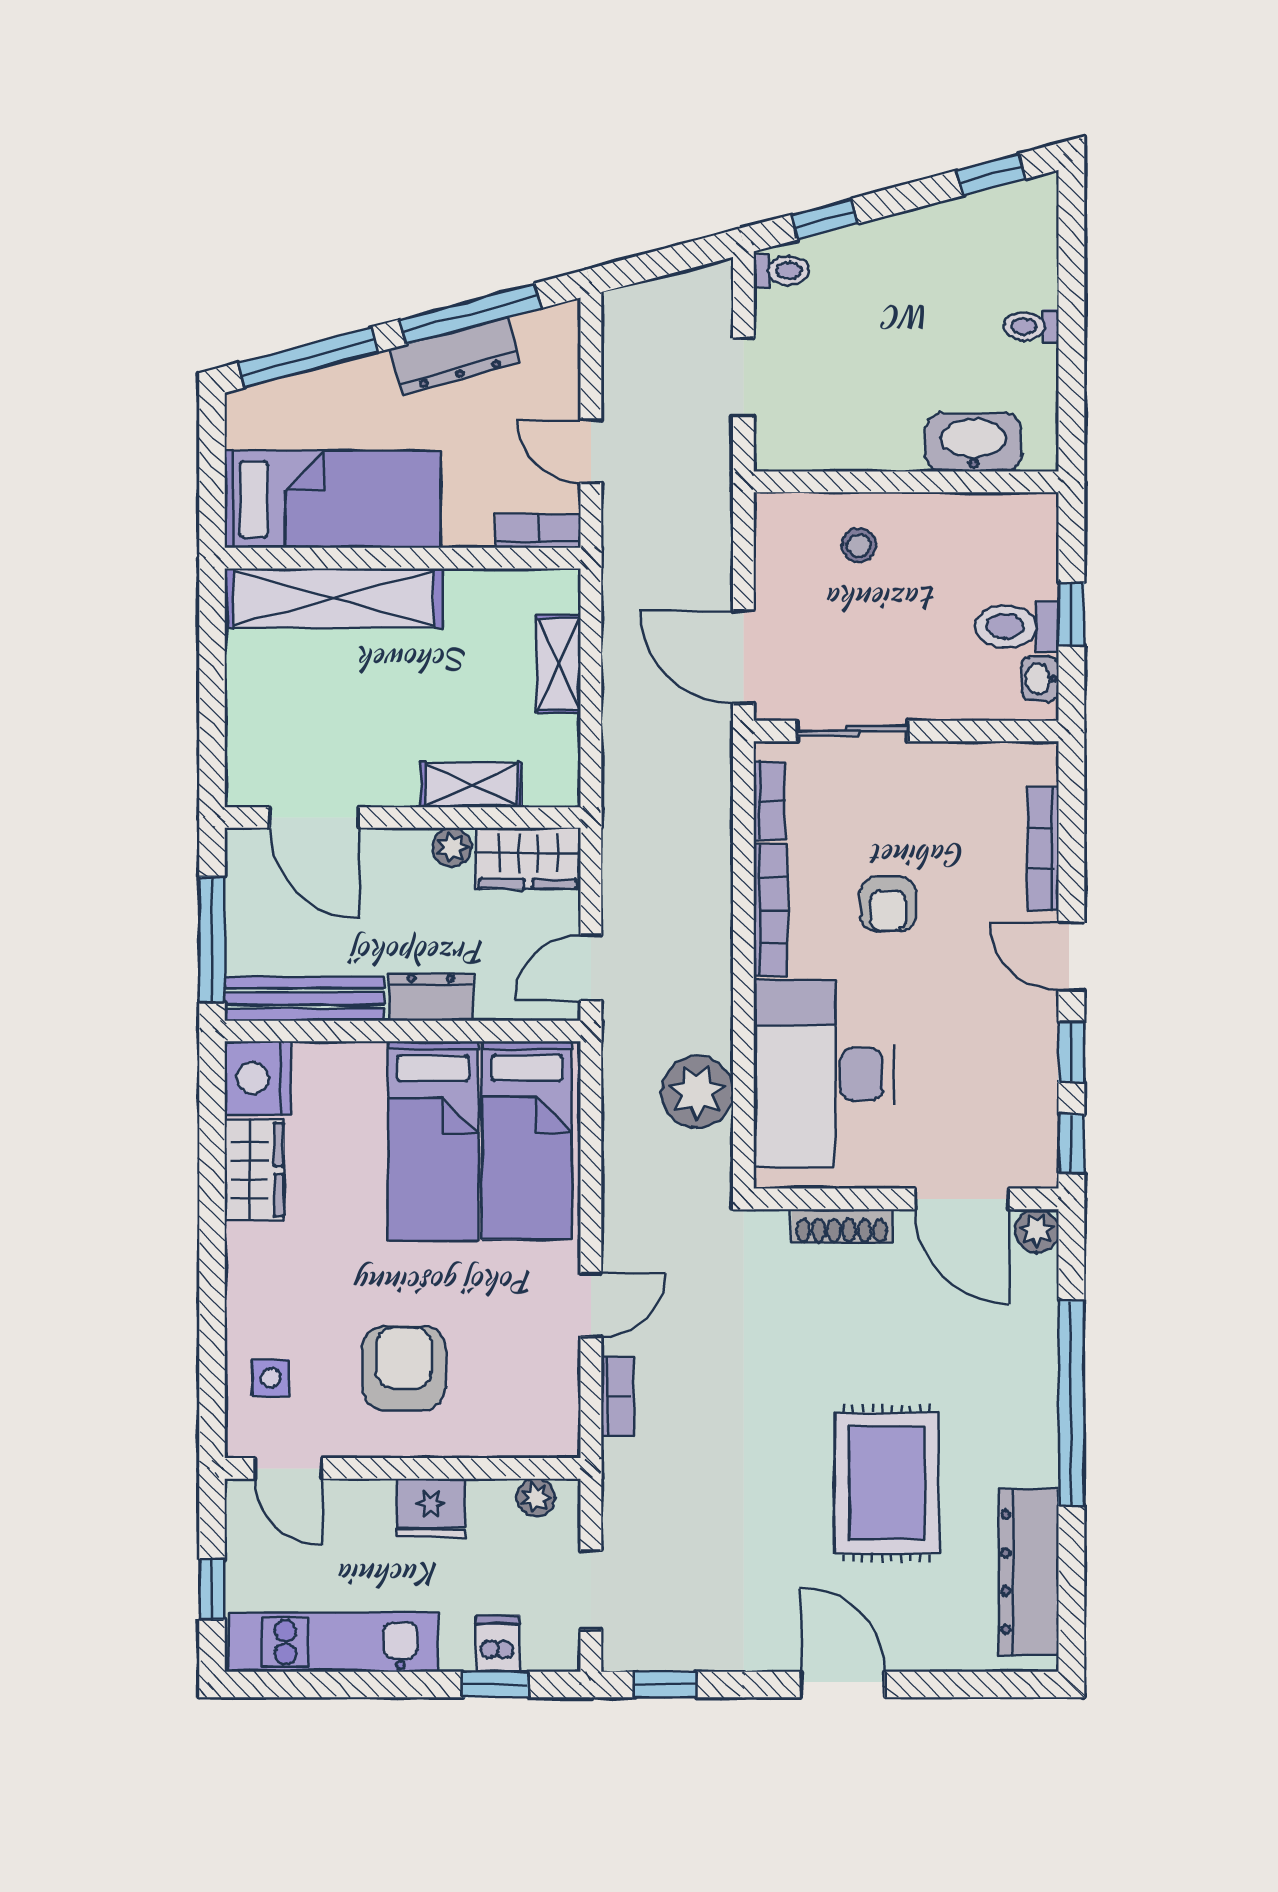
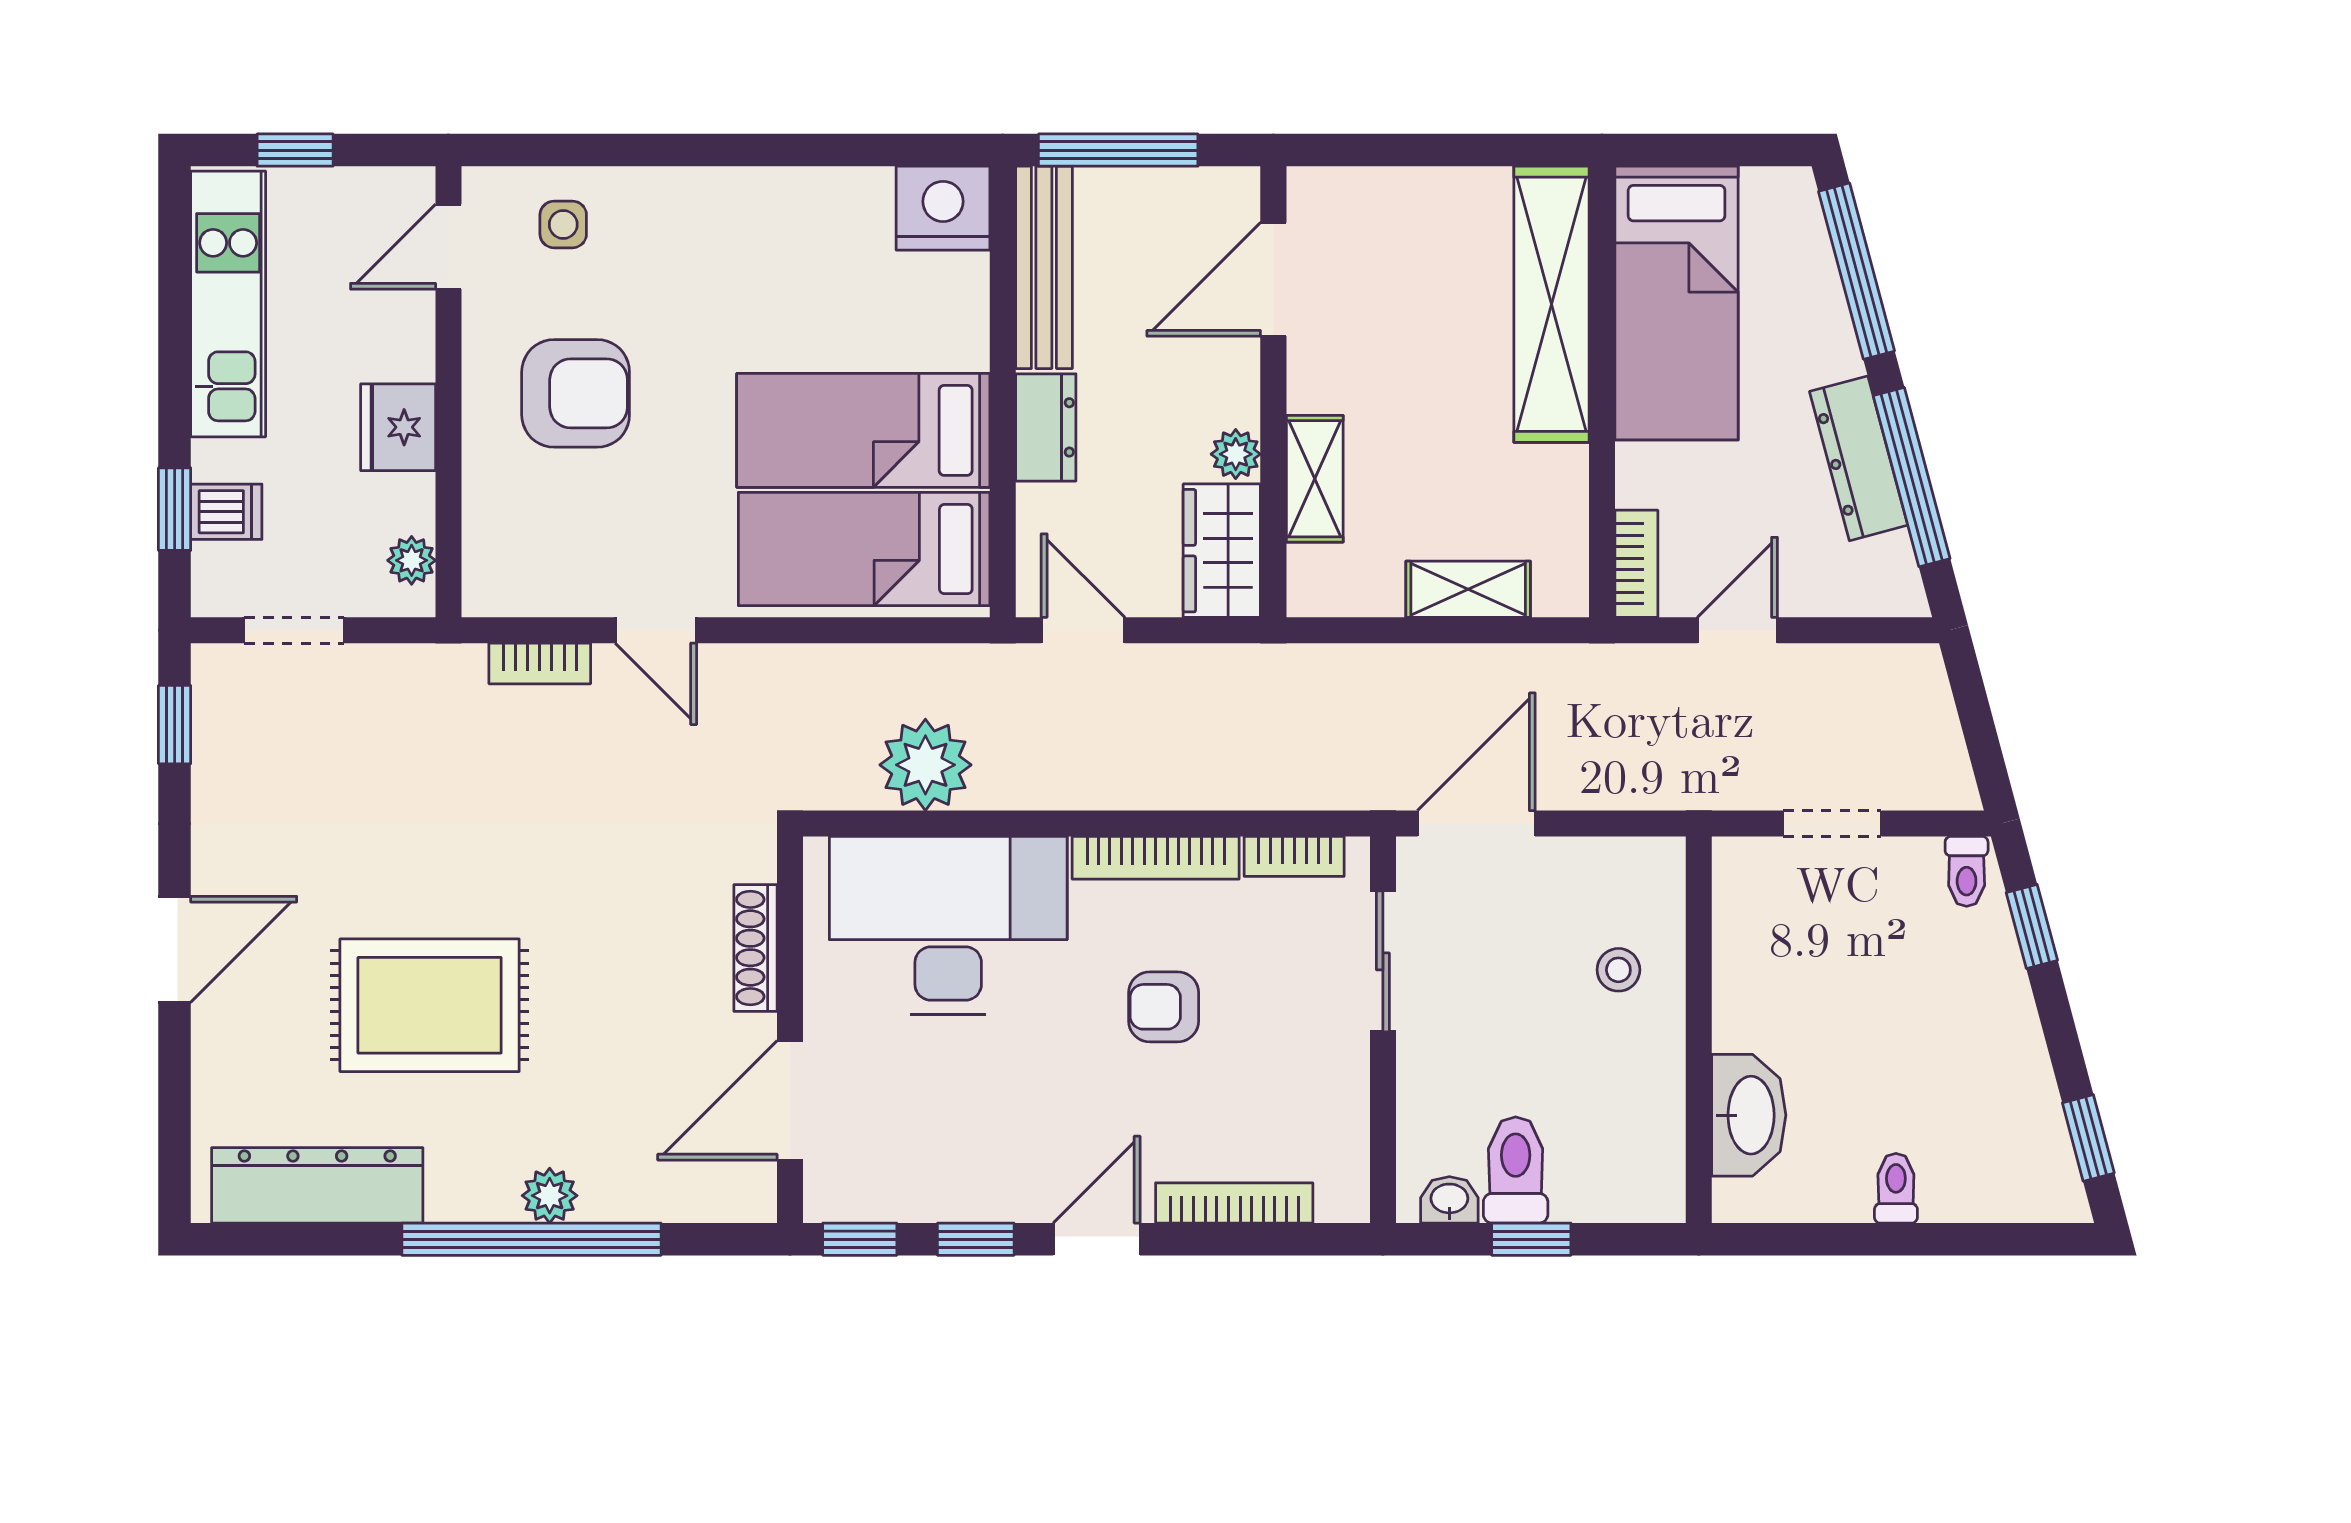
wardrobe: (254, 1170) -> (827, 203), removed
plant: (1037, 1231) -> (550, 1196), moved

